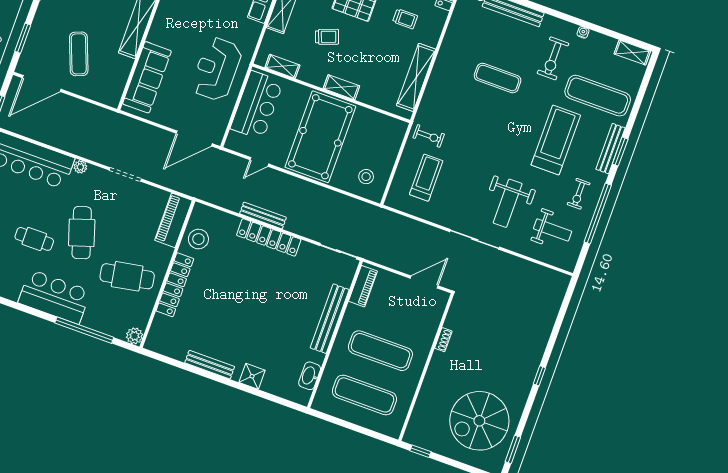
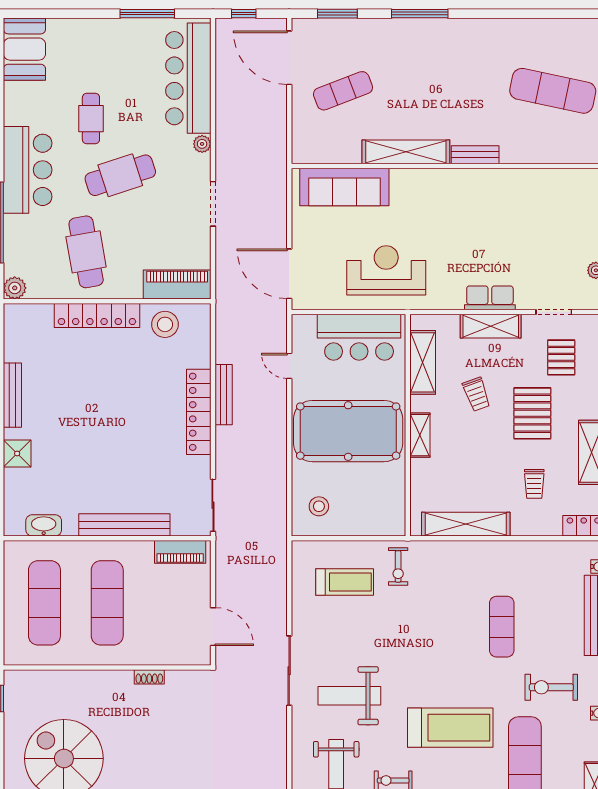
shelving: (282, 66) -> (423, 362), width x1.50, depth x1.33

